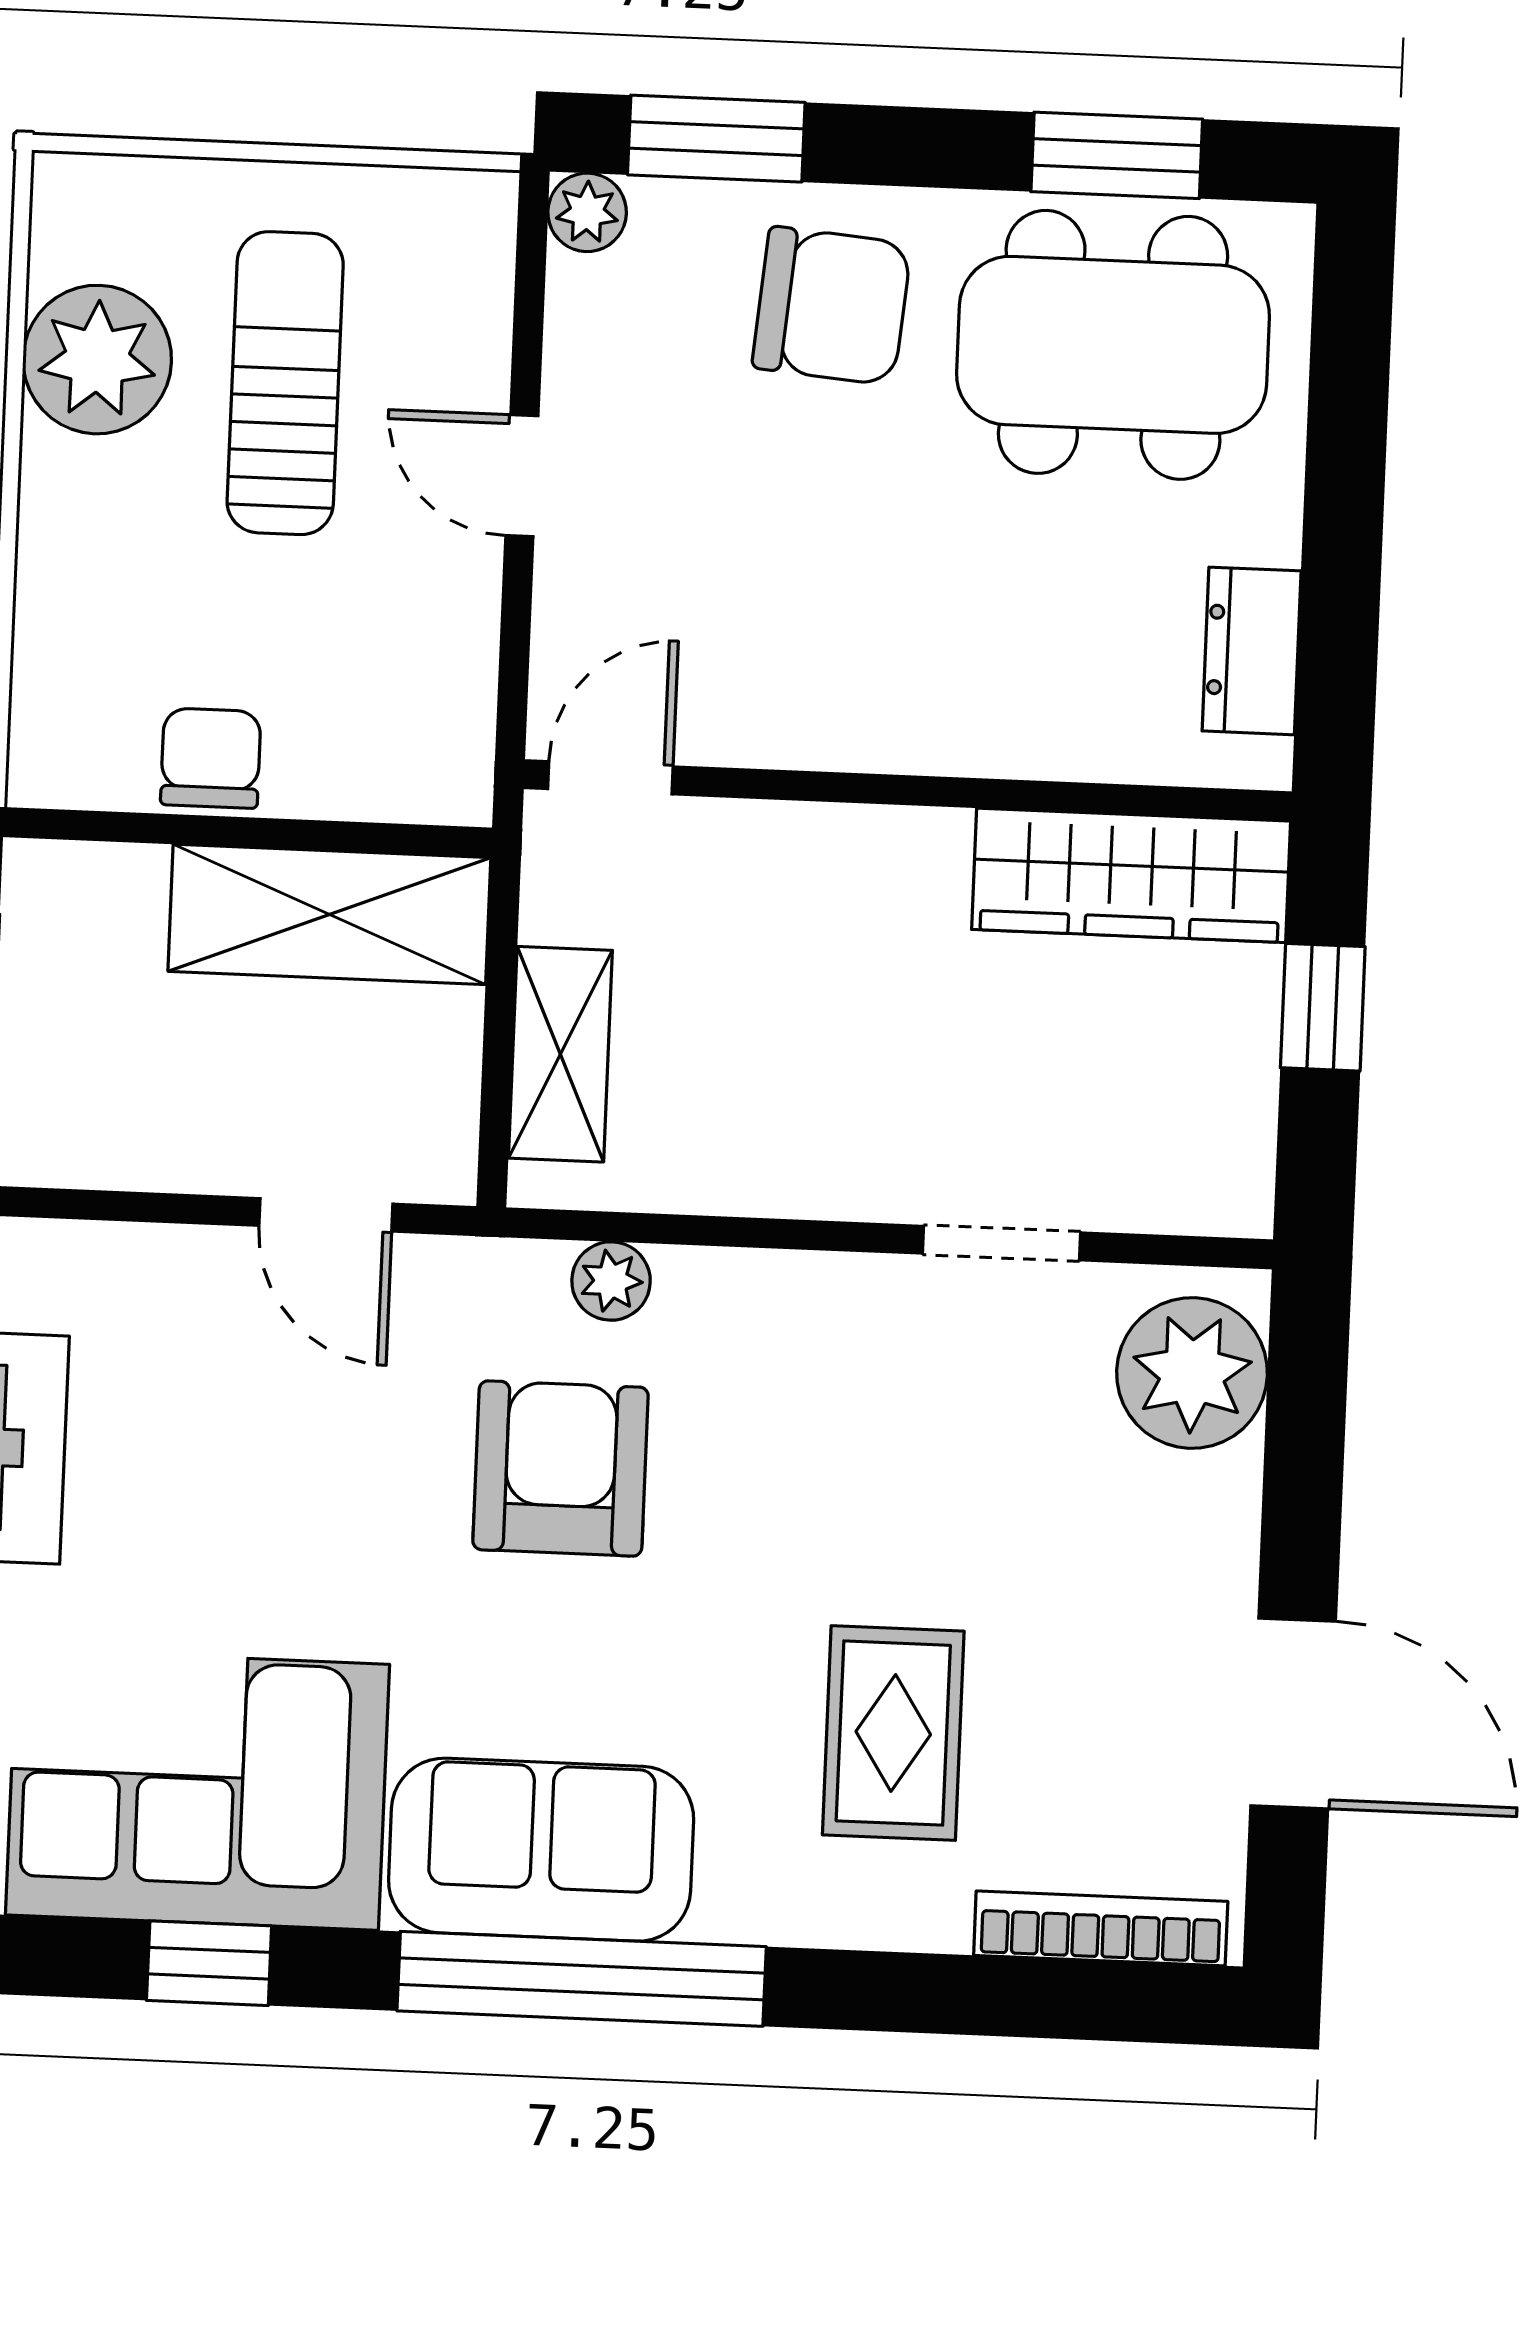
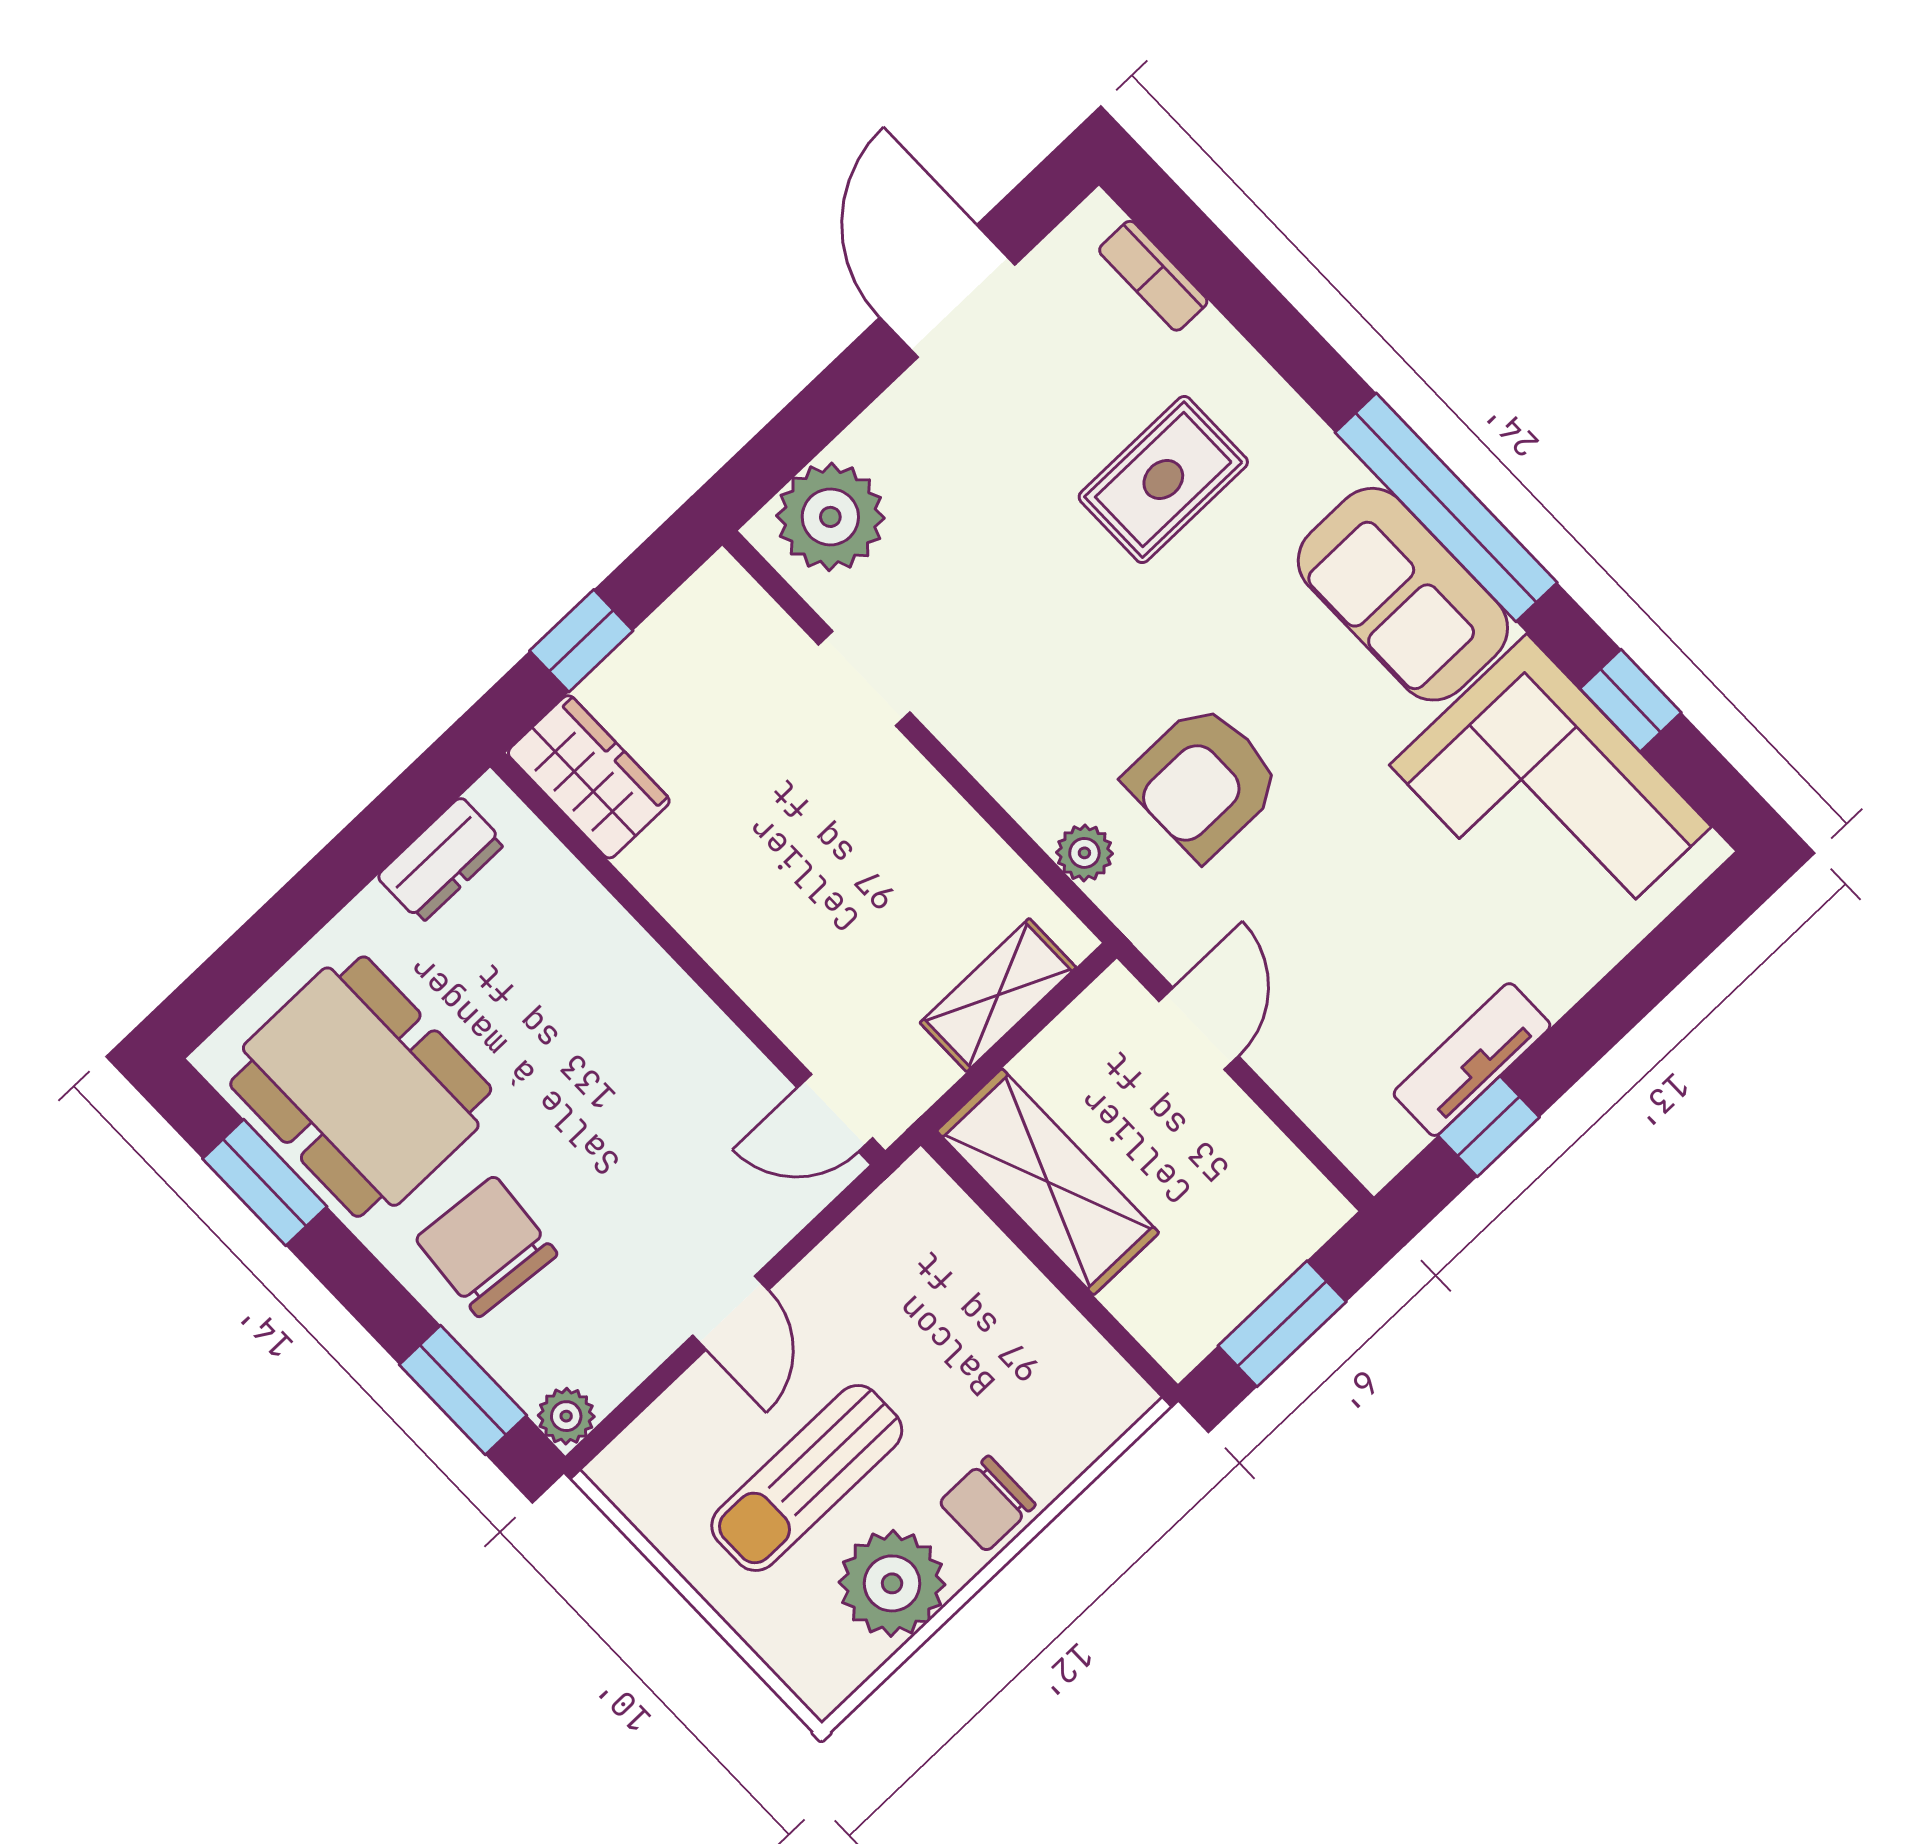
chair: (211, 758) -> (987, 1504), moved
wardrobe: (1131, 875) -> (589, 777), width x0.67
bookcase: (1101, 1928) -> (1153, 276), width x0.64

